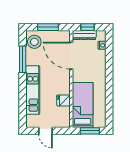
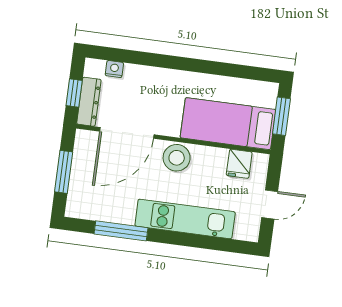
stool: (34, 42) -> (177, 158), moved
fridge: (64, 100) -> (239, 164), moved

